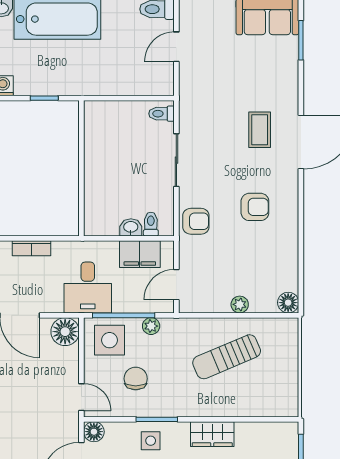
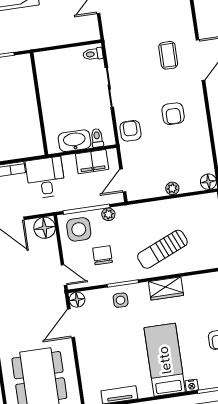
armchair: (255, 207) -> (173, 114), turned 90
armchair: (196, 221) -> (130, 131), turned -90
washbasin: (131, 227) -> (74, 141), width x1.91, depth x1.45
desk: (88, 287) -> (46, 178), moved, turned 180
sun lounger: (227, 357) -> (162, 249), moved

